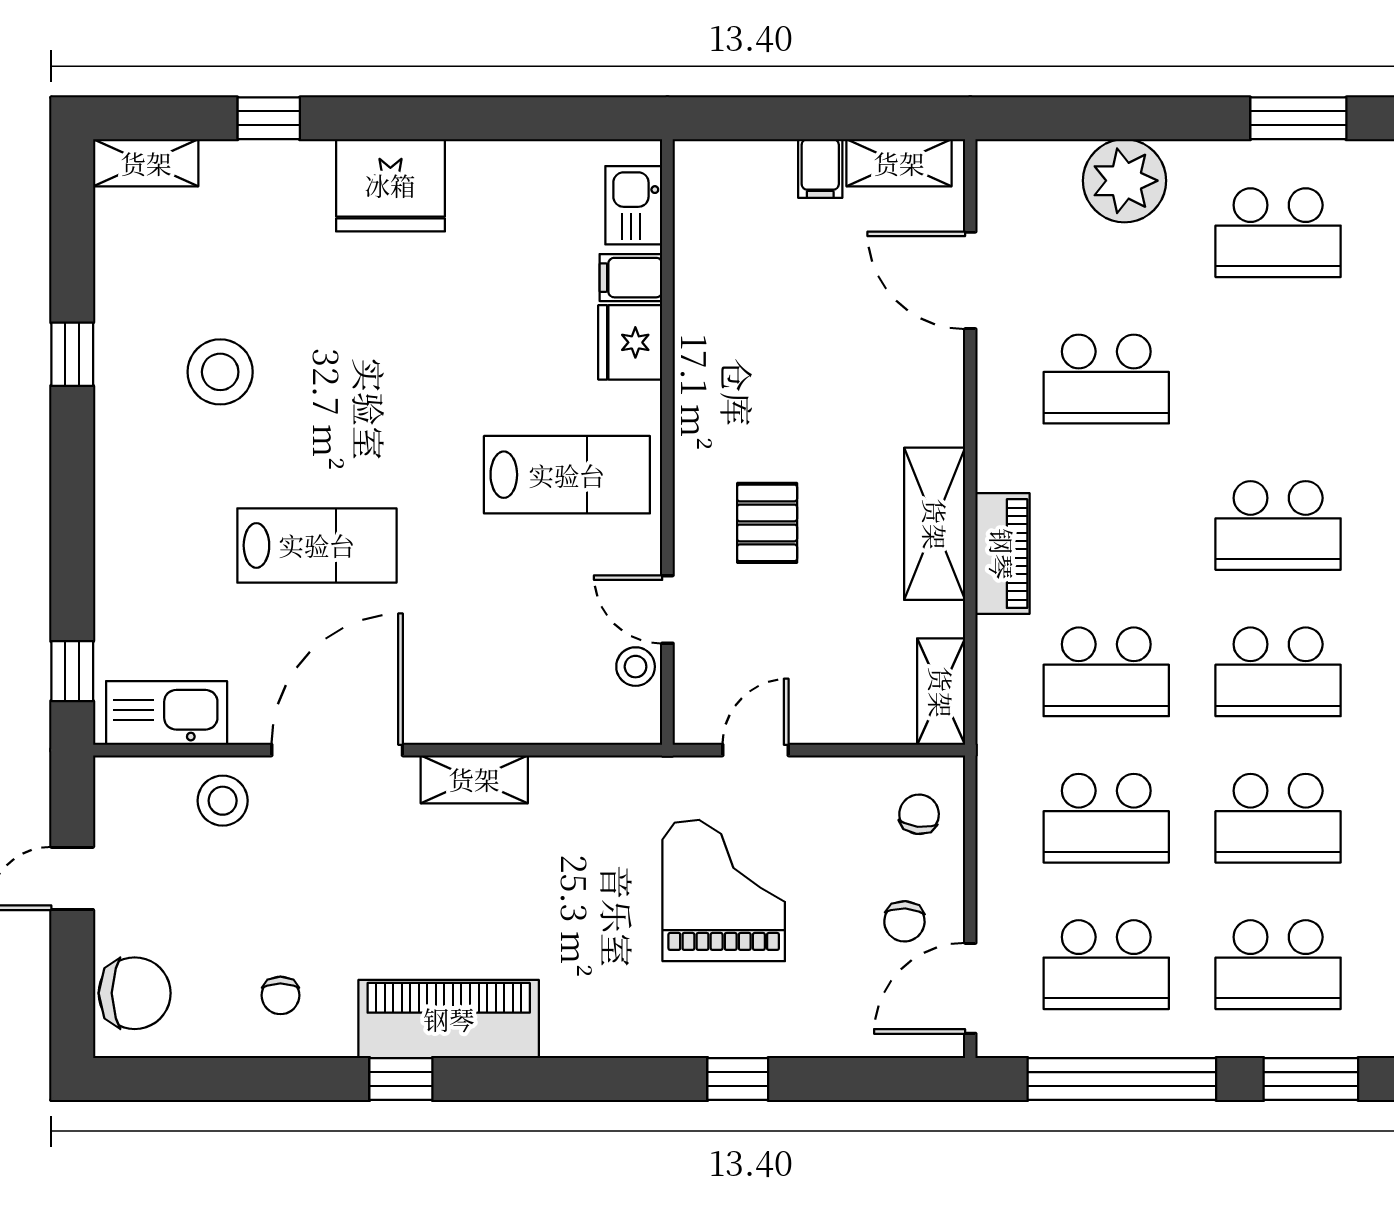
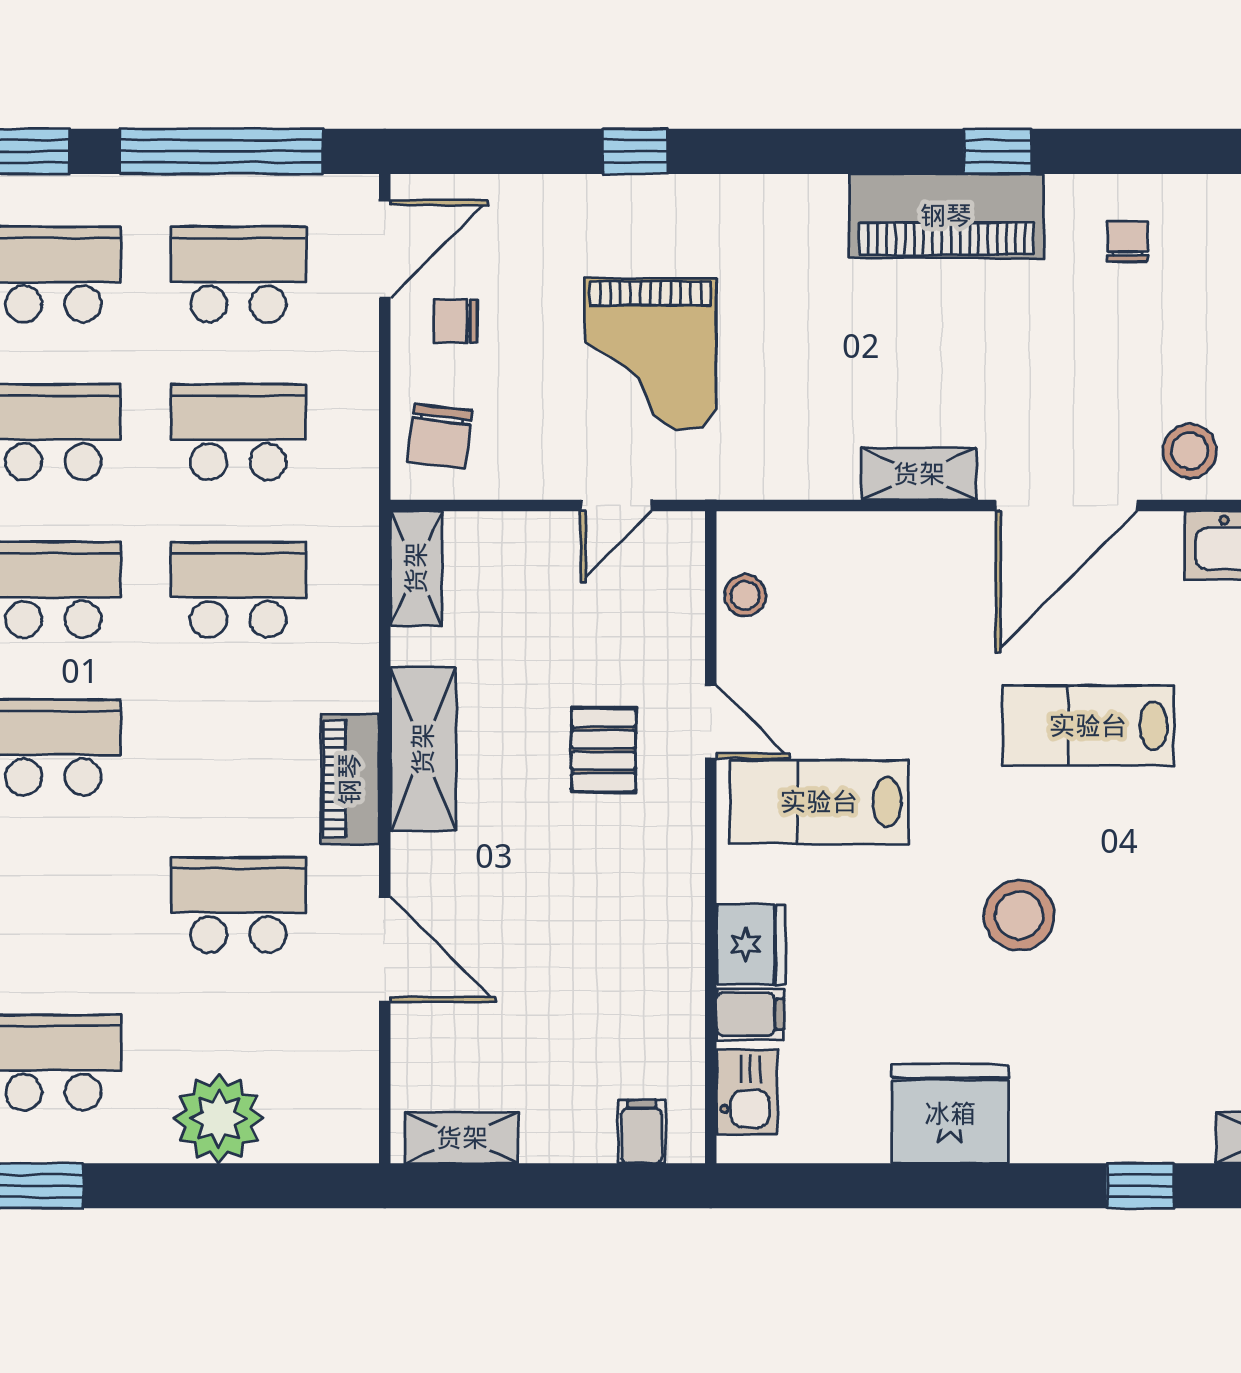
filing cabinet: (820, 169) -> (642, 1132), moved
fridge: (390, 185) -> (950, 1114), moved
door: (970, 280) -> (385, 949), moved
stool: (220, 372) -> (1019, 915), moved
piano: (1002, 554) -> (350, 779), moved
door: (667, 609) -> (711, 722), moved
chair: (919, 814) -> (440, 436), width x1.37, depth x1.37
chair: (904, 921) -> (456, 321), turned -93

